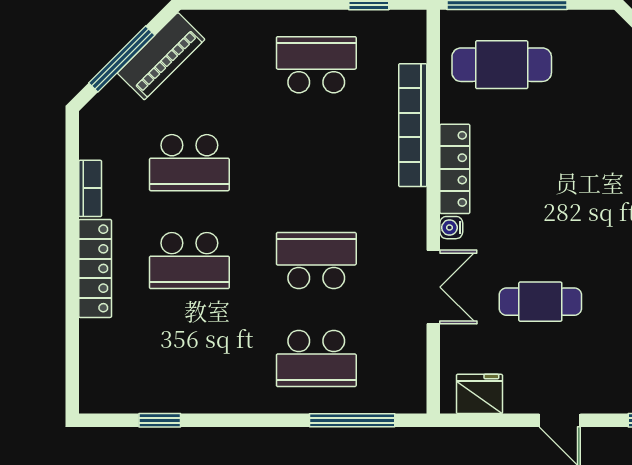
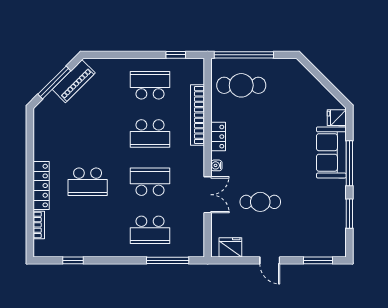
school desk: (189, 163) -> (150, 134), moved
locker: (455, 169) -> (218, 137), width x0.66
bookcase: (90, 188) -> (39, 225), moved

